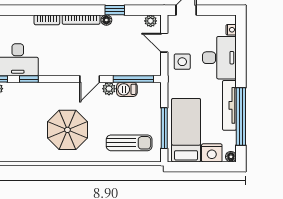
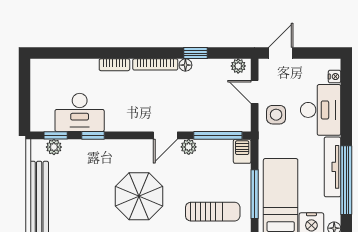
barbecue: (127, 89) -> (242, 151), moved, turned 90

